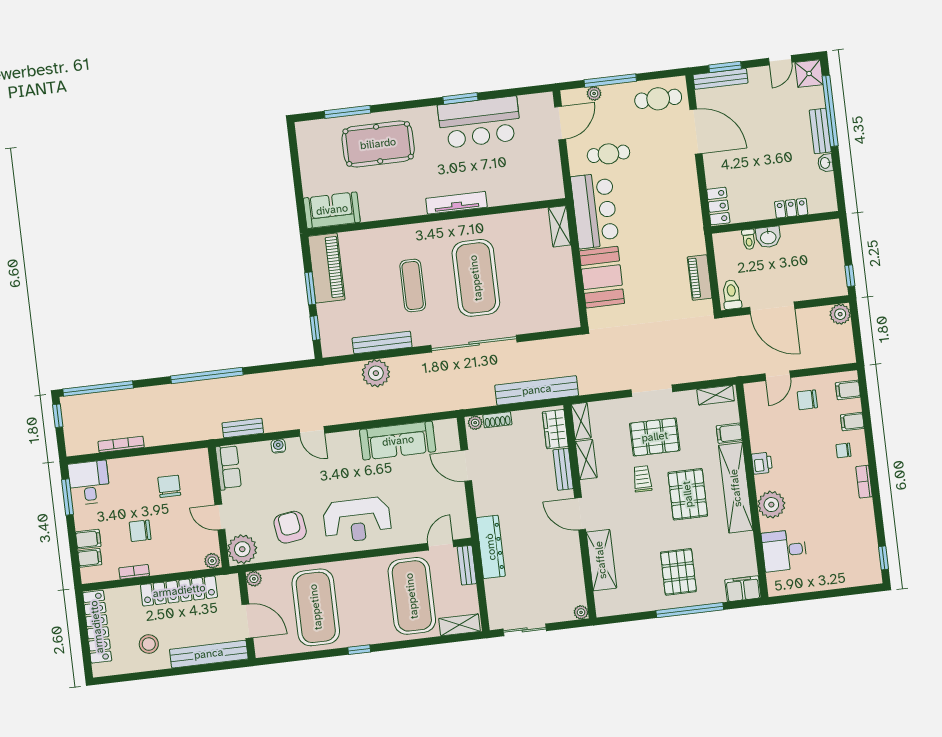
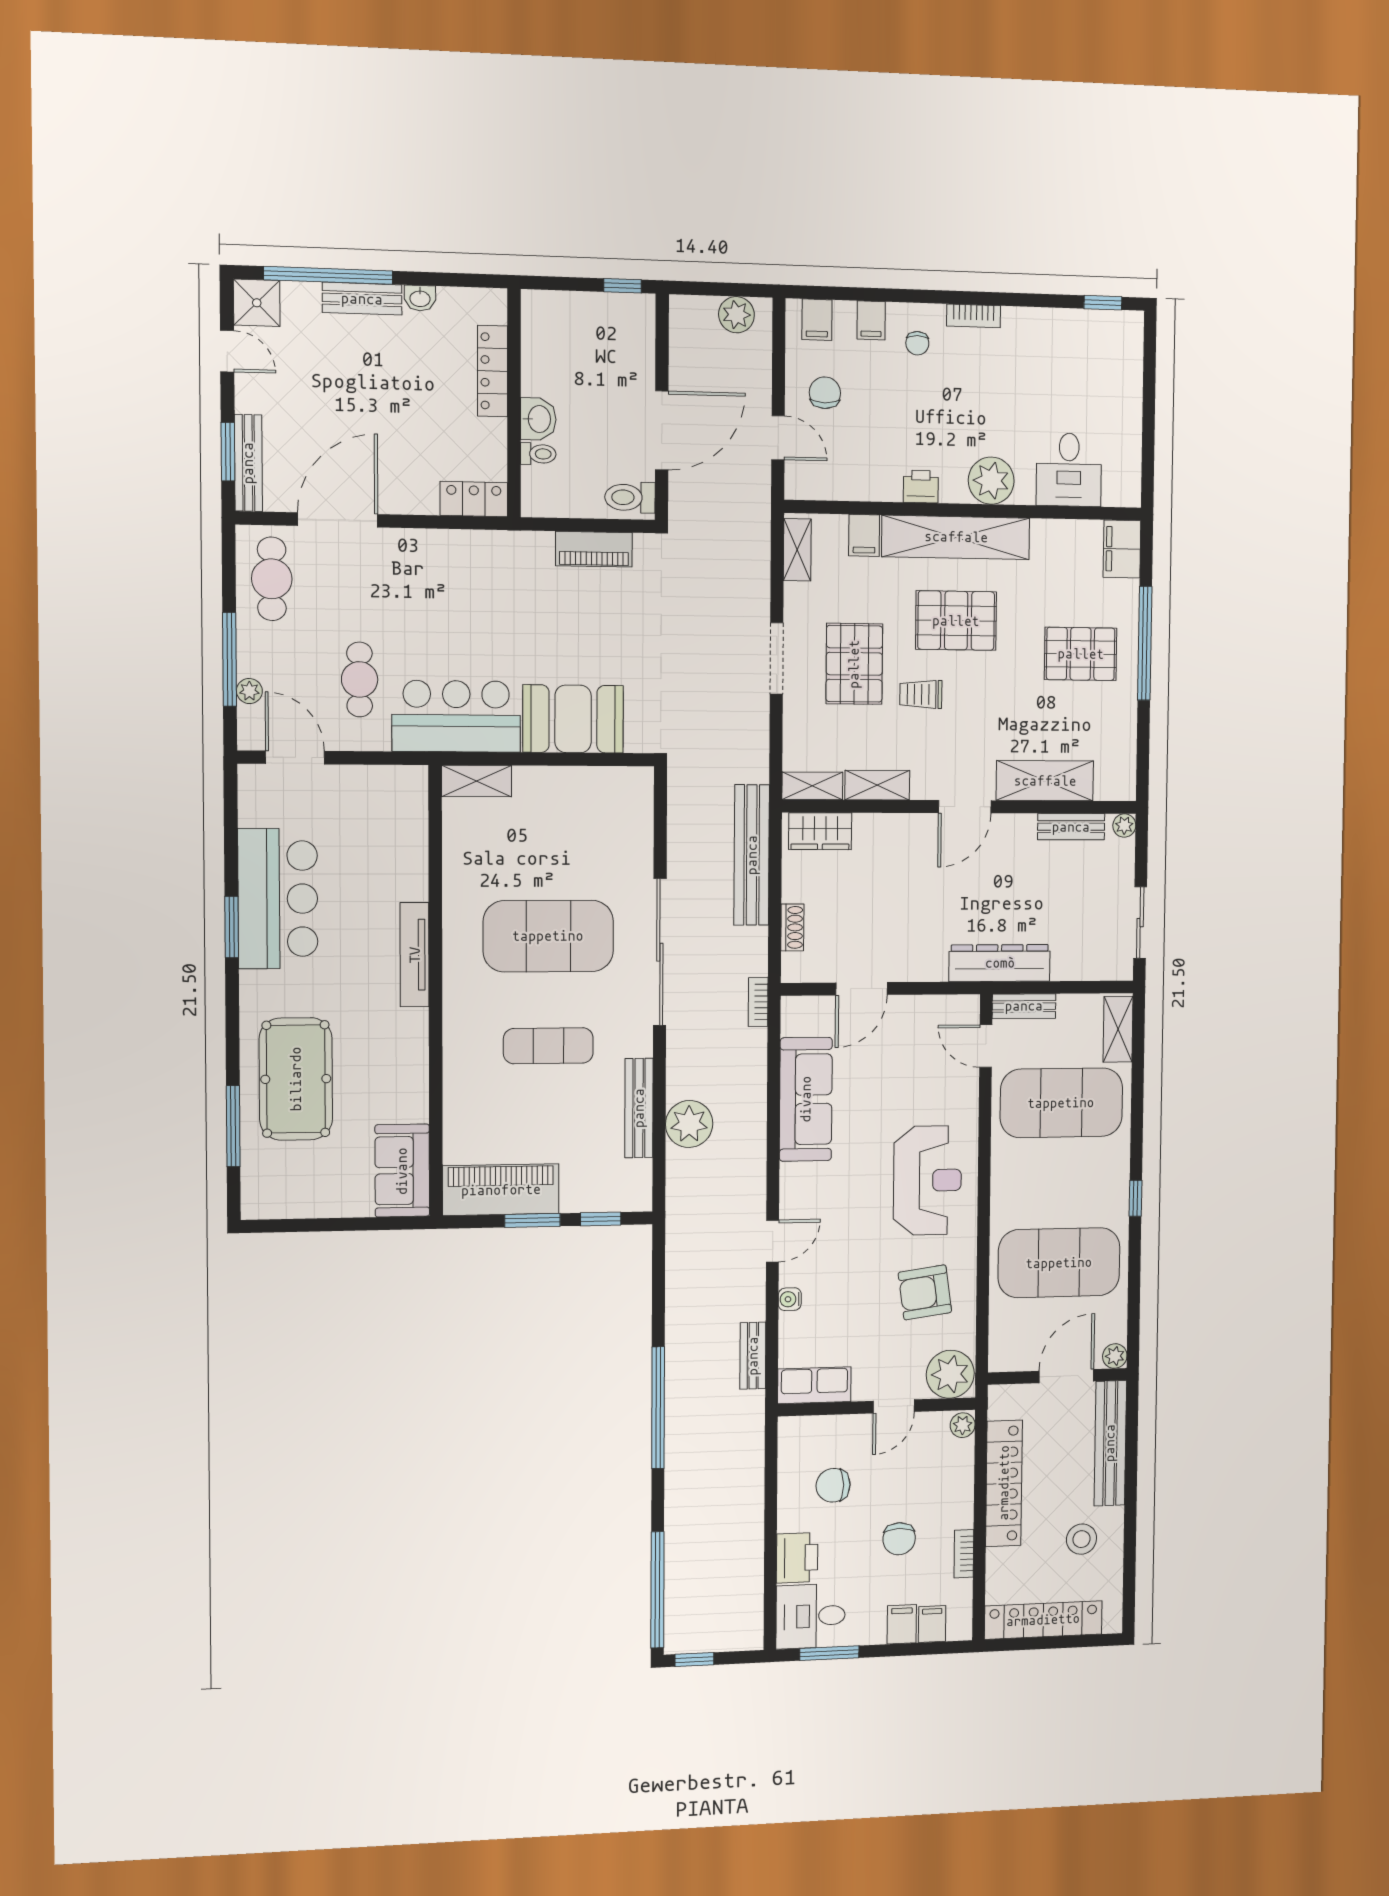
locker: (791, 208) -> (492, 371), width x1.53
plant: (840, 314) -> (736, 315), moved
chair: (807, 400) -> (825, 393), turned 180
plant: (475, 423) -> (793, 966), removed
bookcase: (121, 444) -> (758, 1002), moved, width x0.64
bench: (563, 469) -> (1071, 827), moved
printer: (124, 470) -> (797, 1558), added
plant: (254, 579) -> (1115, 1356), moved

